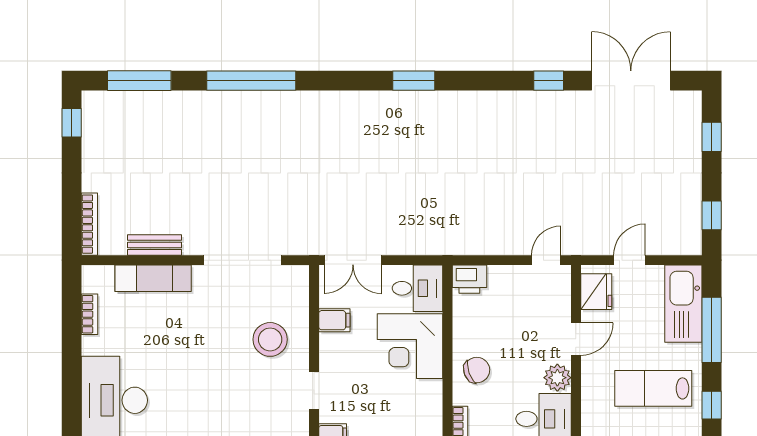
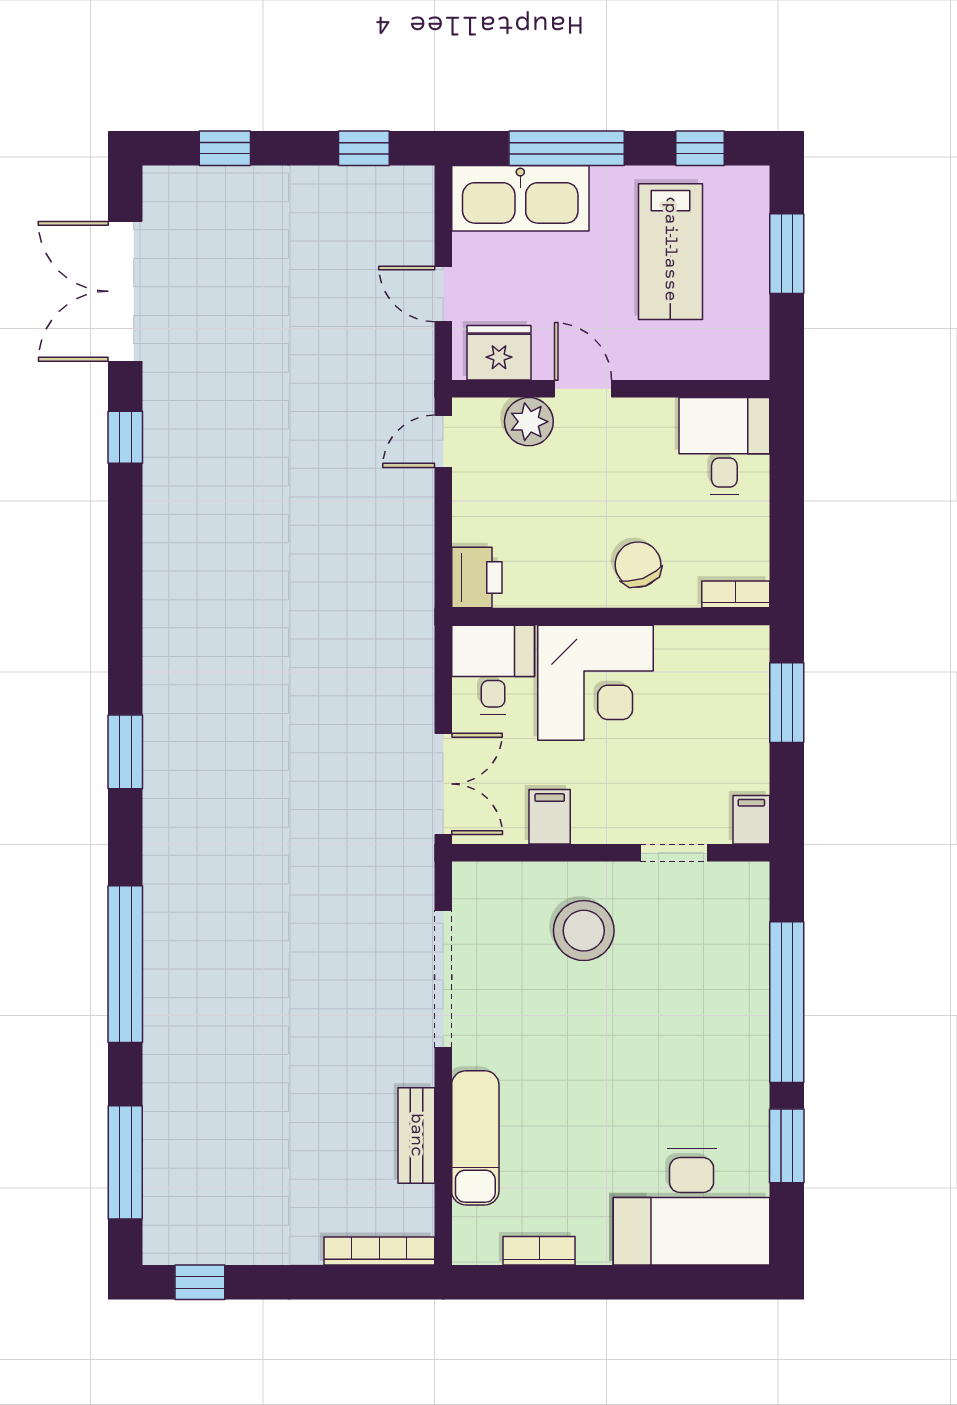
window: (414, 81) -> (125, 752), moved
door: (546, 260) -> (443, 441), hinge flipped
plant: (557, 378) -> (529, 422), moved

